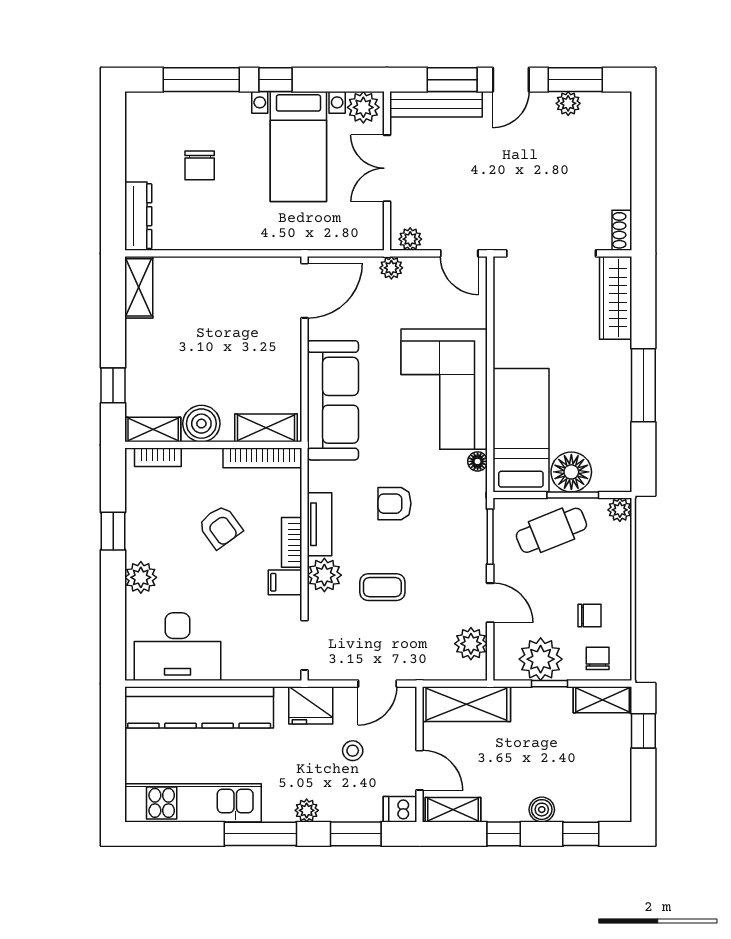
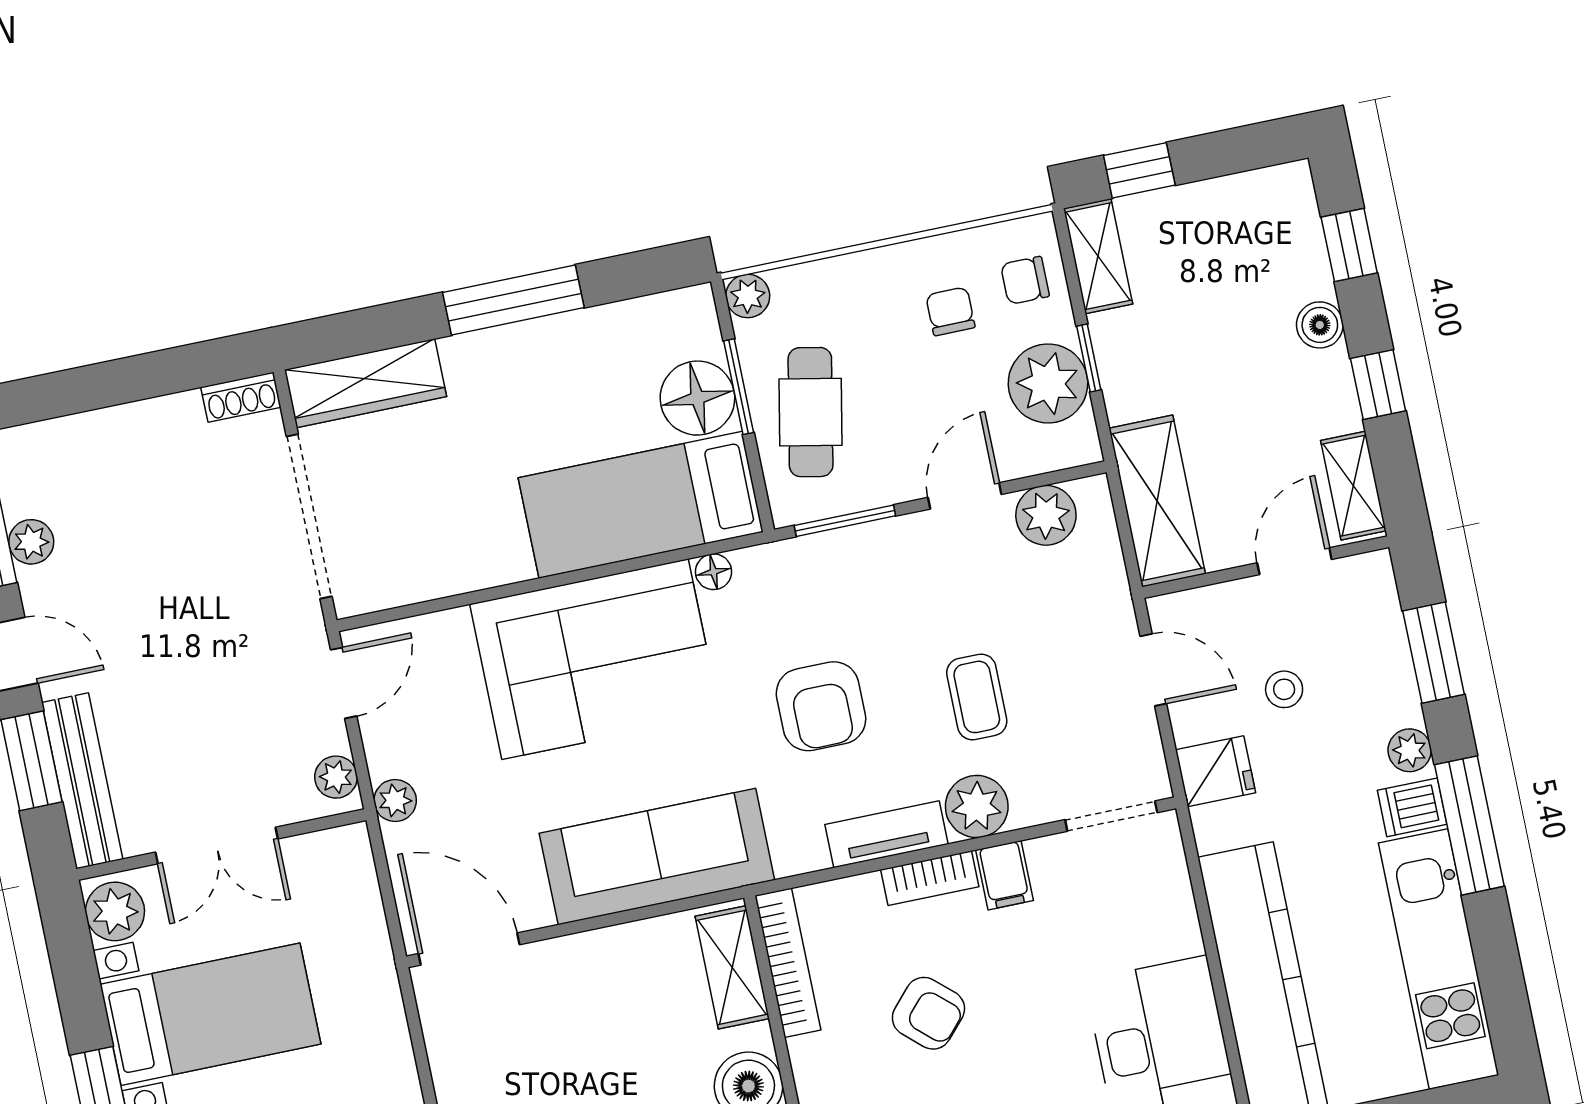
armchair: (395, 504) -> (821, 706), width x1.38, depth x1.38
armchair: (220, 527) -> (928, 1013), turned 78
cafe table: (551, 530) -> (810, 412), turned 33
fridge: (311, 705) -> (1216, 771), width x0.72
dishwasher: (400, 809) -> (1412, 807), moved, turned 90

